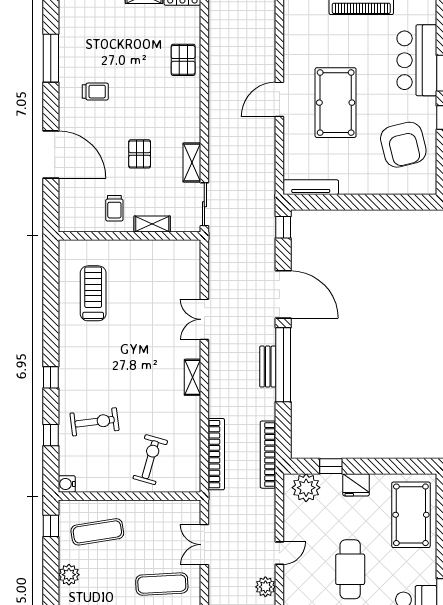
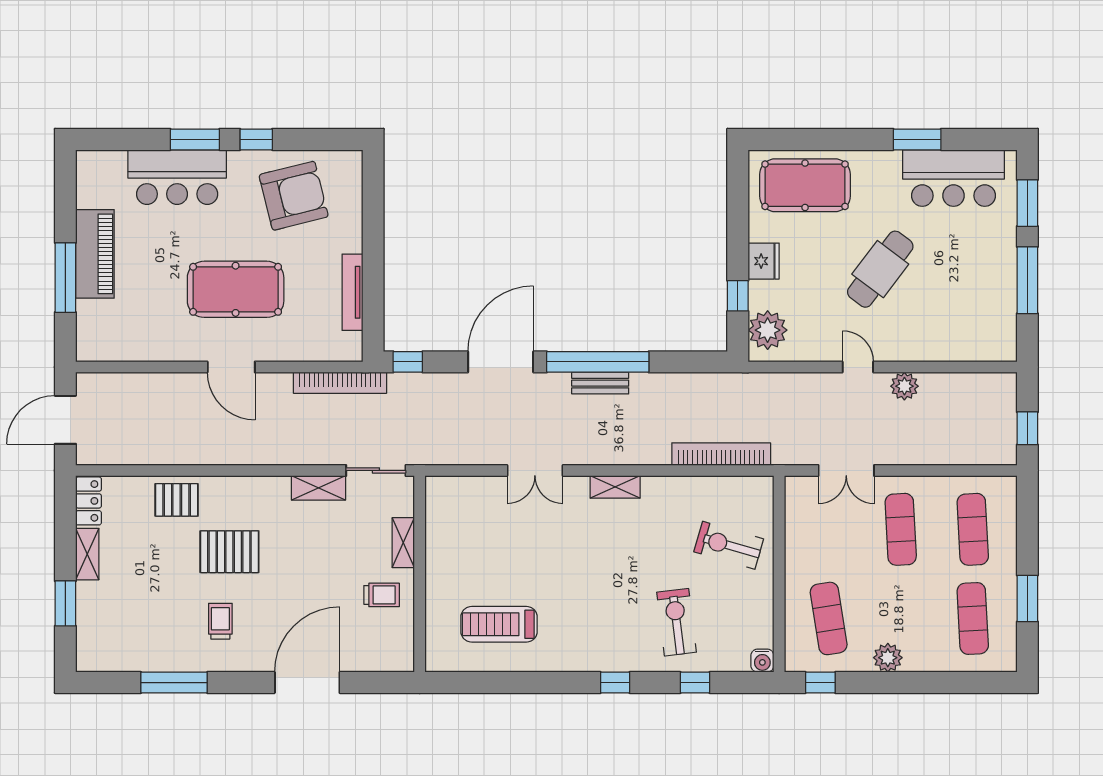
pallet: (140, 154) -> (229, 552), moved, width x1.50, depth x1.42
tv unit: (311, 187) -> (352, 292), moved
bookcase: (268, 455) -> (340, 383), moved
cafe table: (350, 569) -> (880, 269), turned -53

